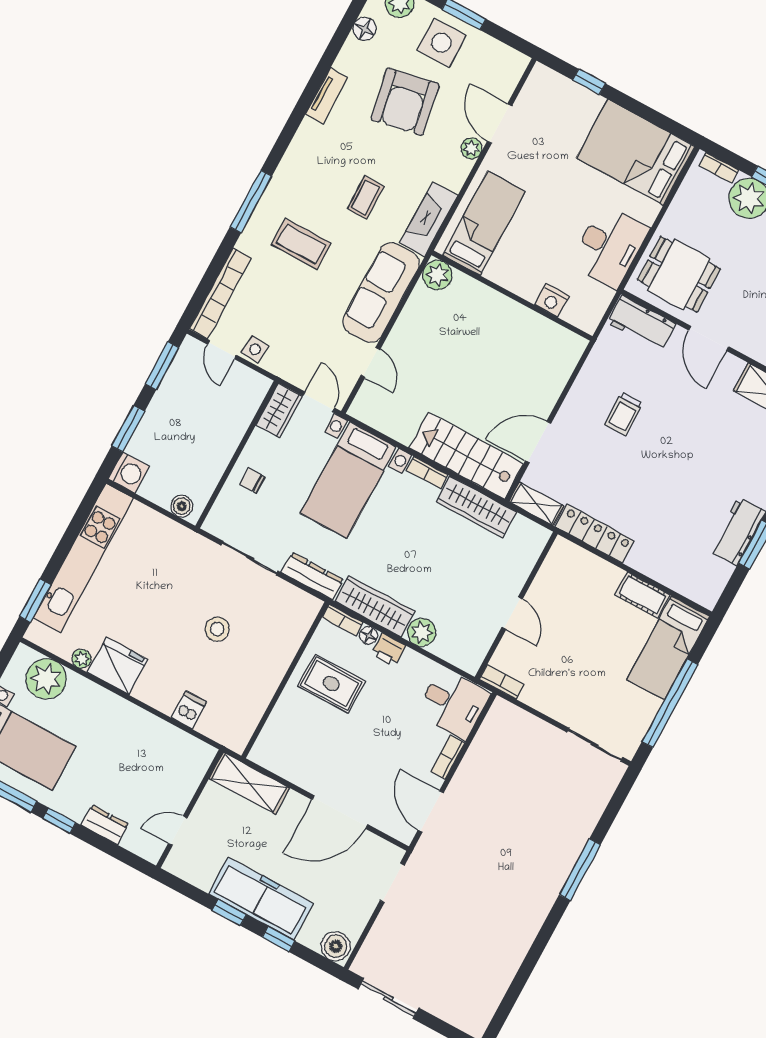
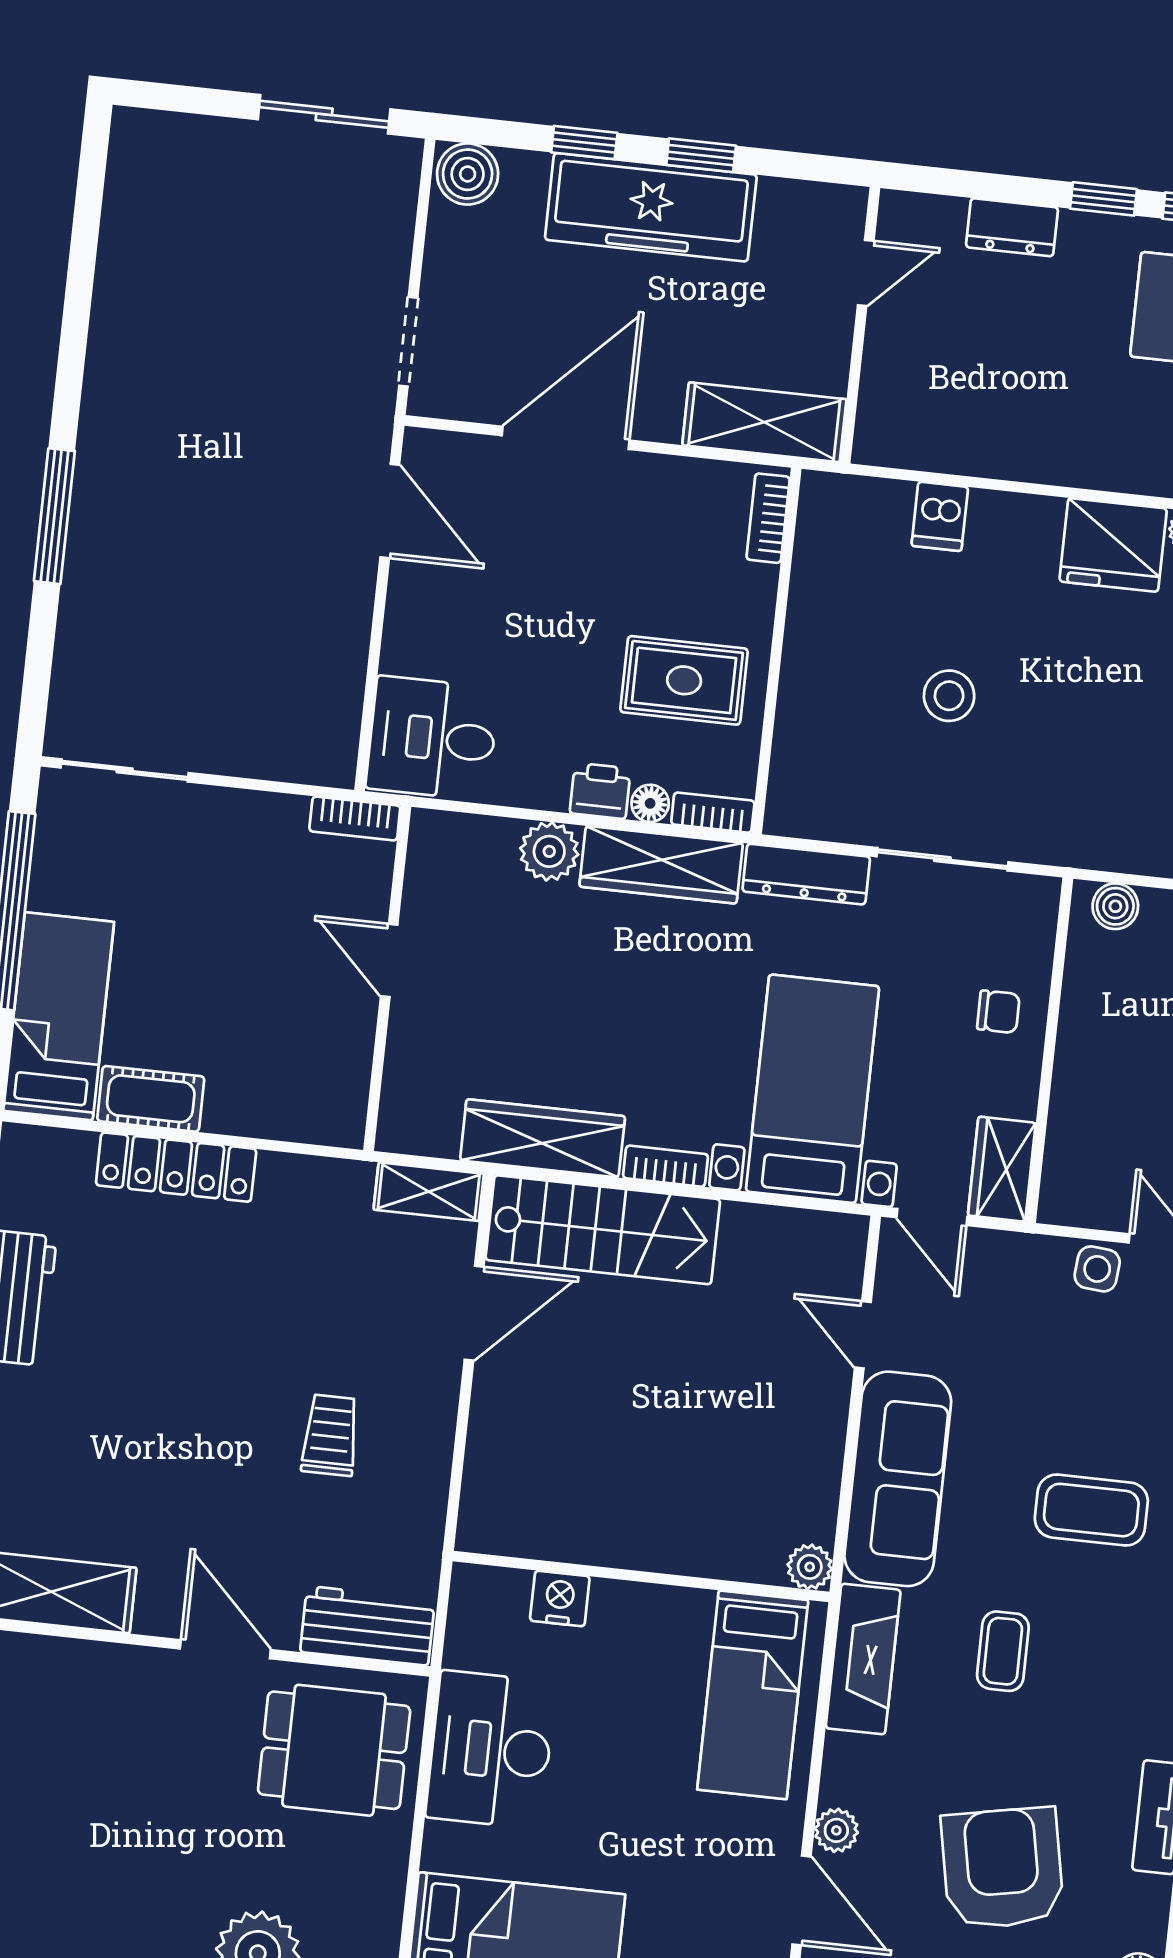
plant: (437, 275) -> (810, 1567), width x0.73, depth x0.73
locker: (595, 534) -> (176, 1167), moved
bookcase: (448, 757) -> (768, 518), moved, turned 180

